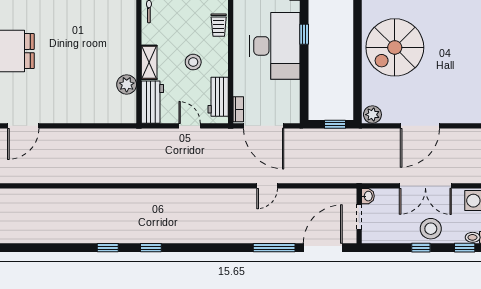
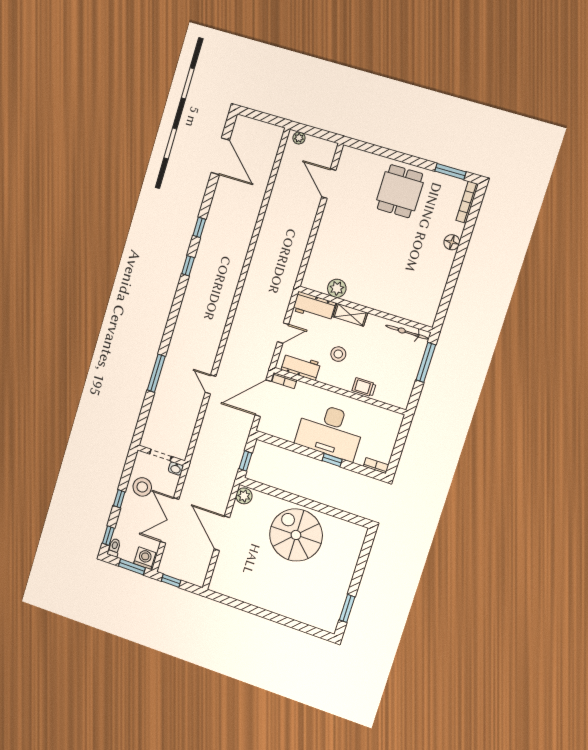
stool: (431, 229) -> (142, 487), moved
door: (323, 248) -> (220, 156), moved

